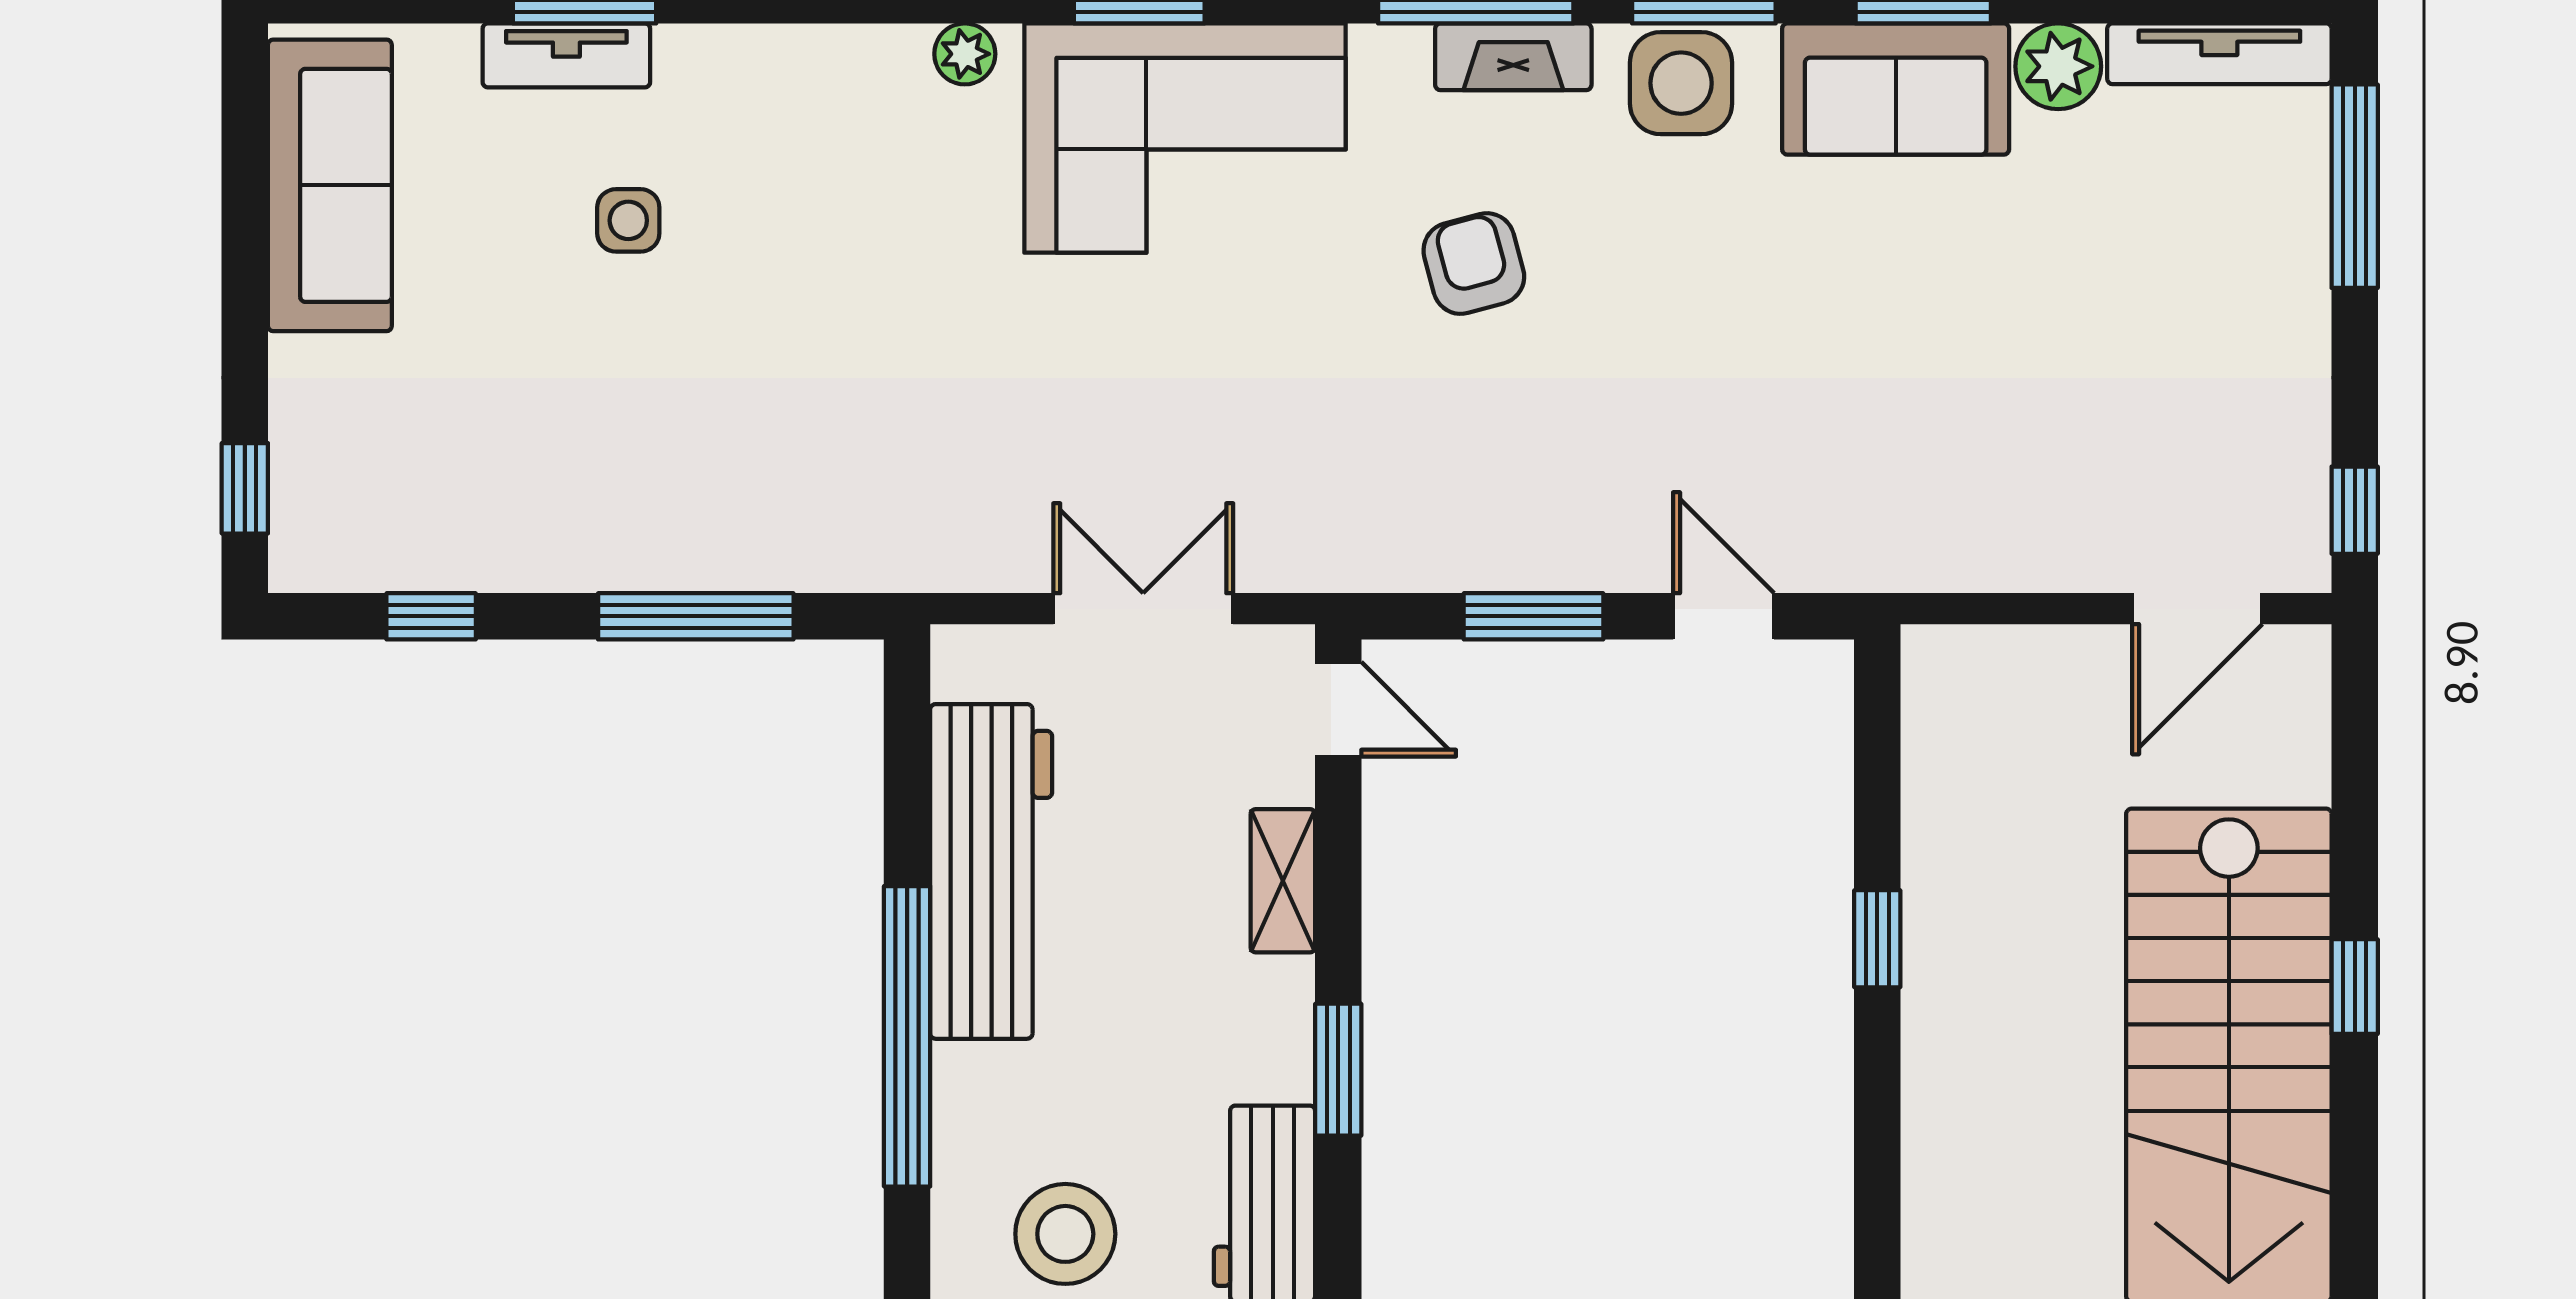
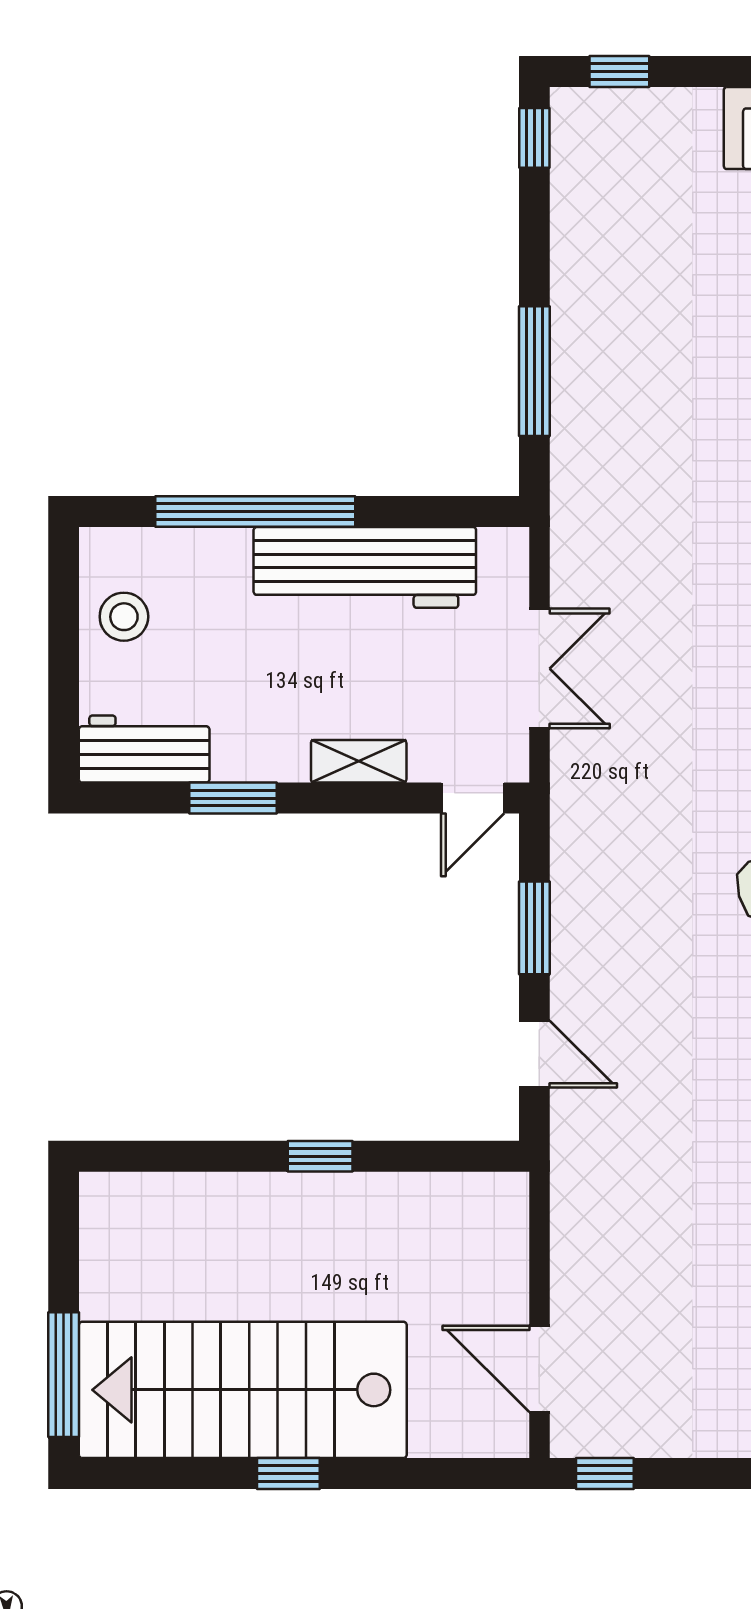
window: (431, 616) -> (534, 138), moved
door: (1724, 616) -> (534, 1054), hinge flipped
stool: (1065, 1234) -> (124, 617), width x0.73, depth x0.73

